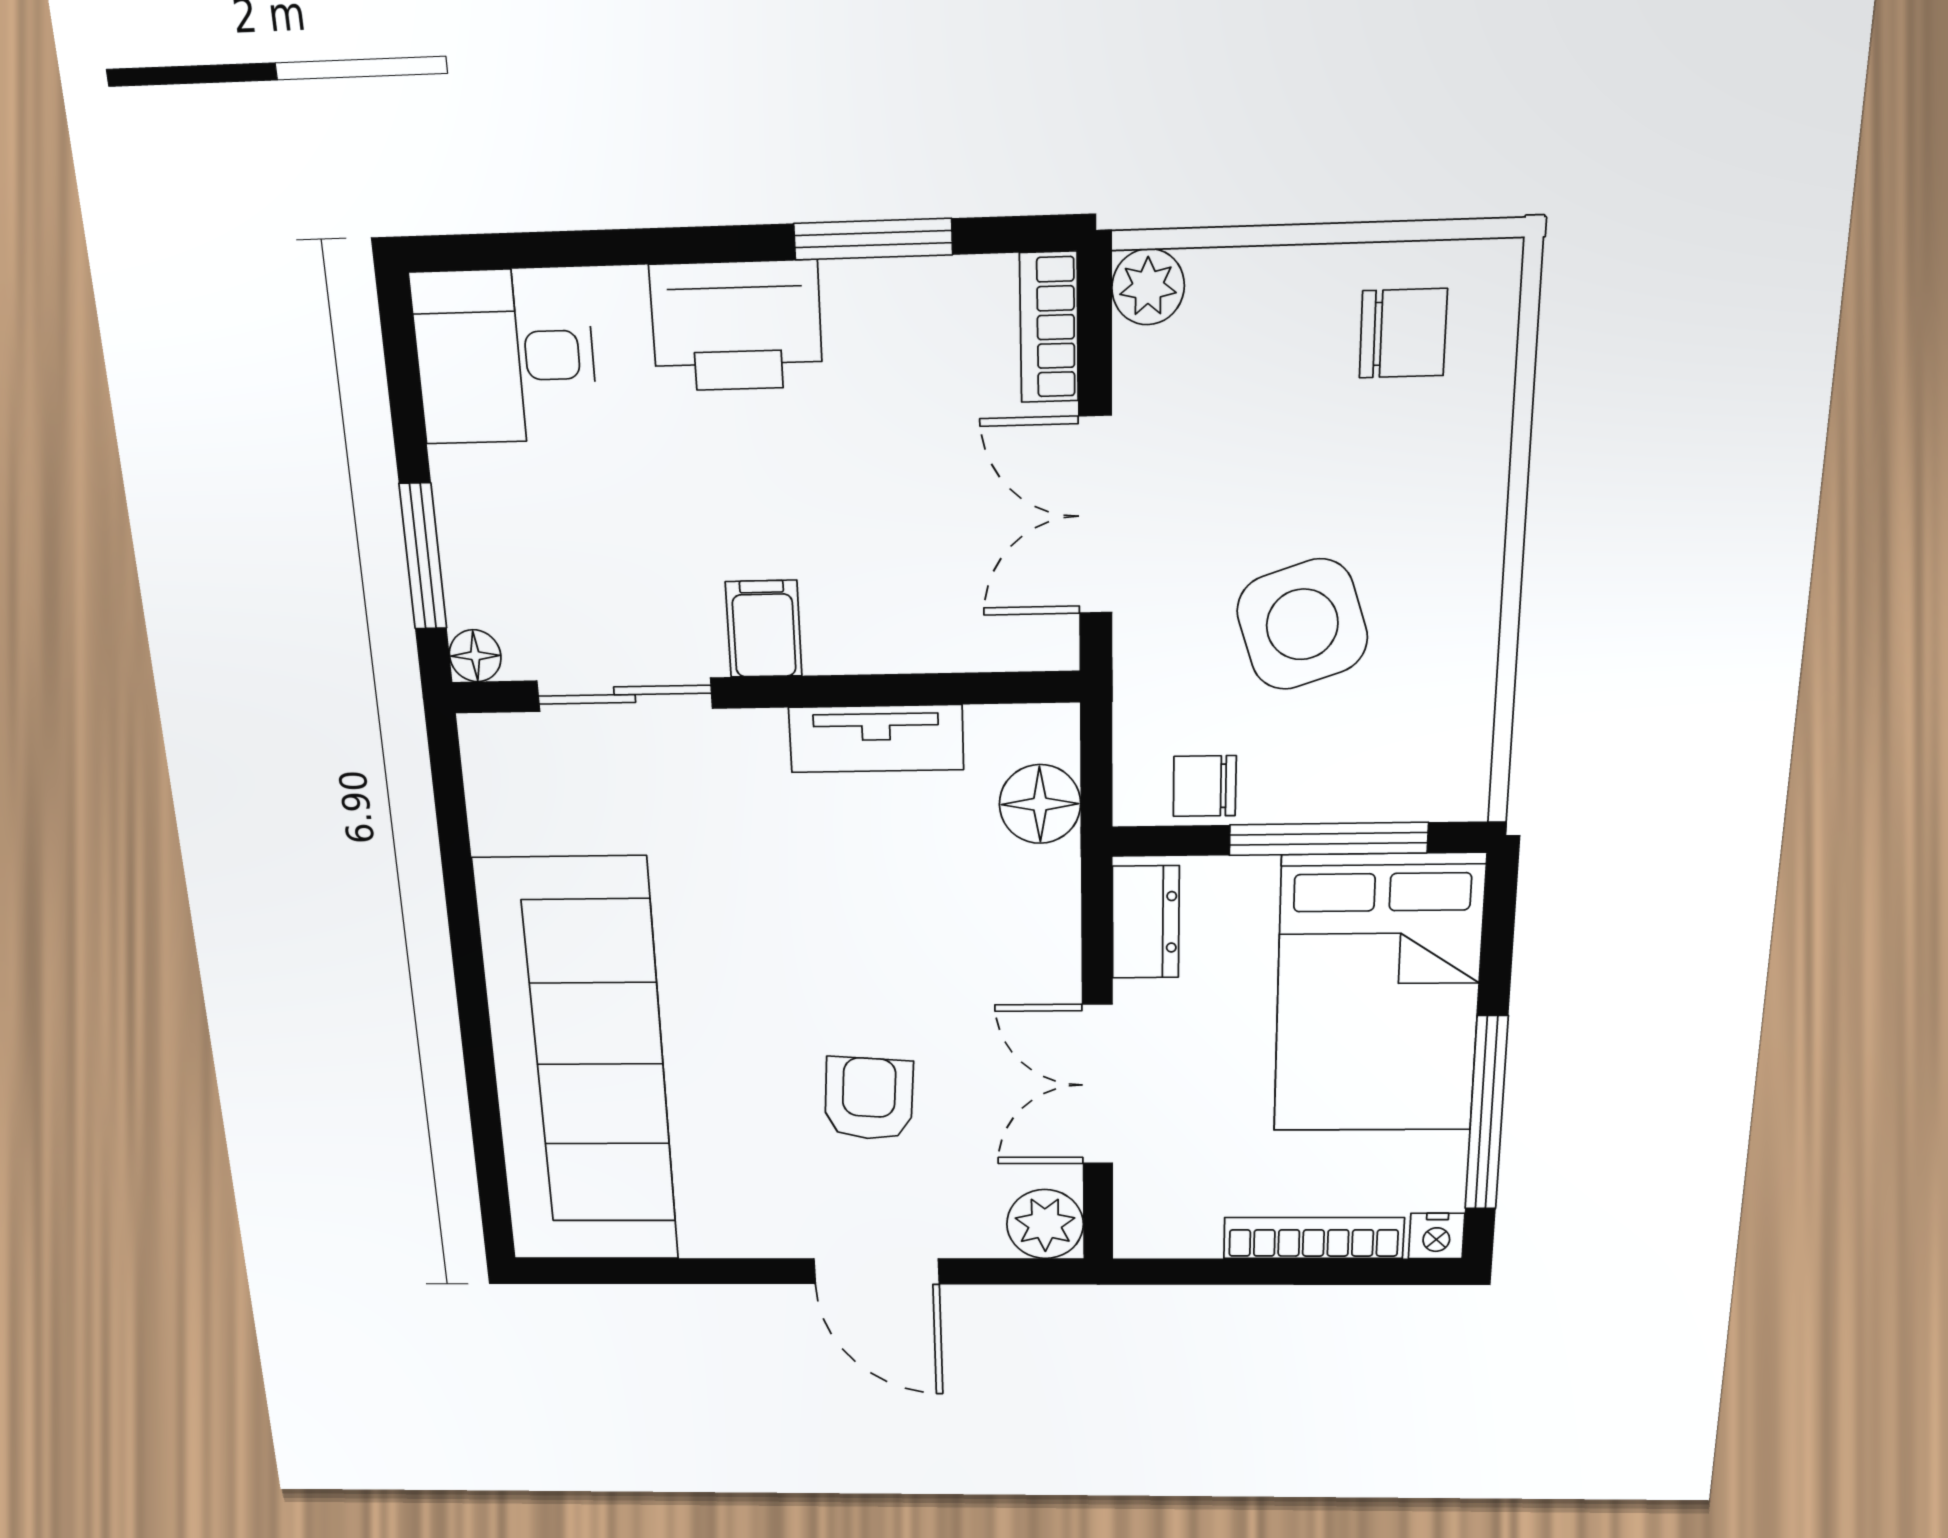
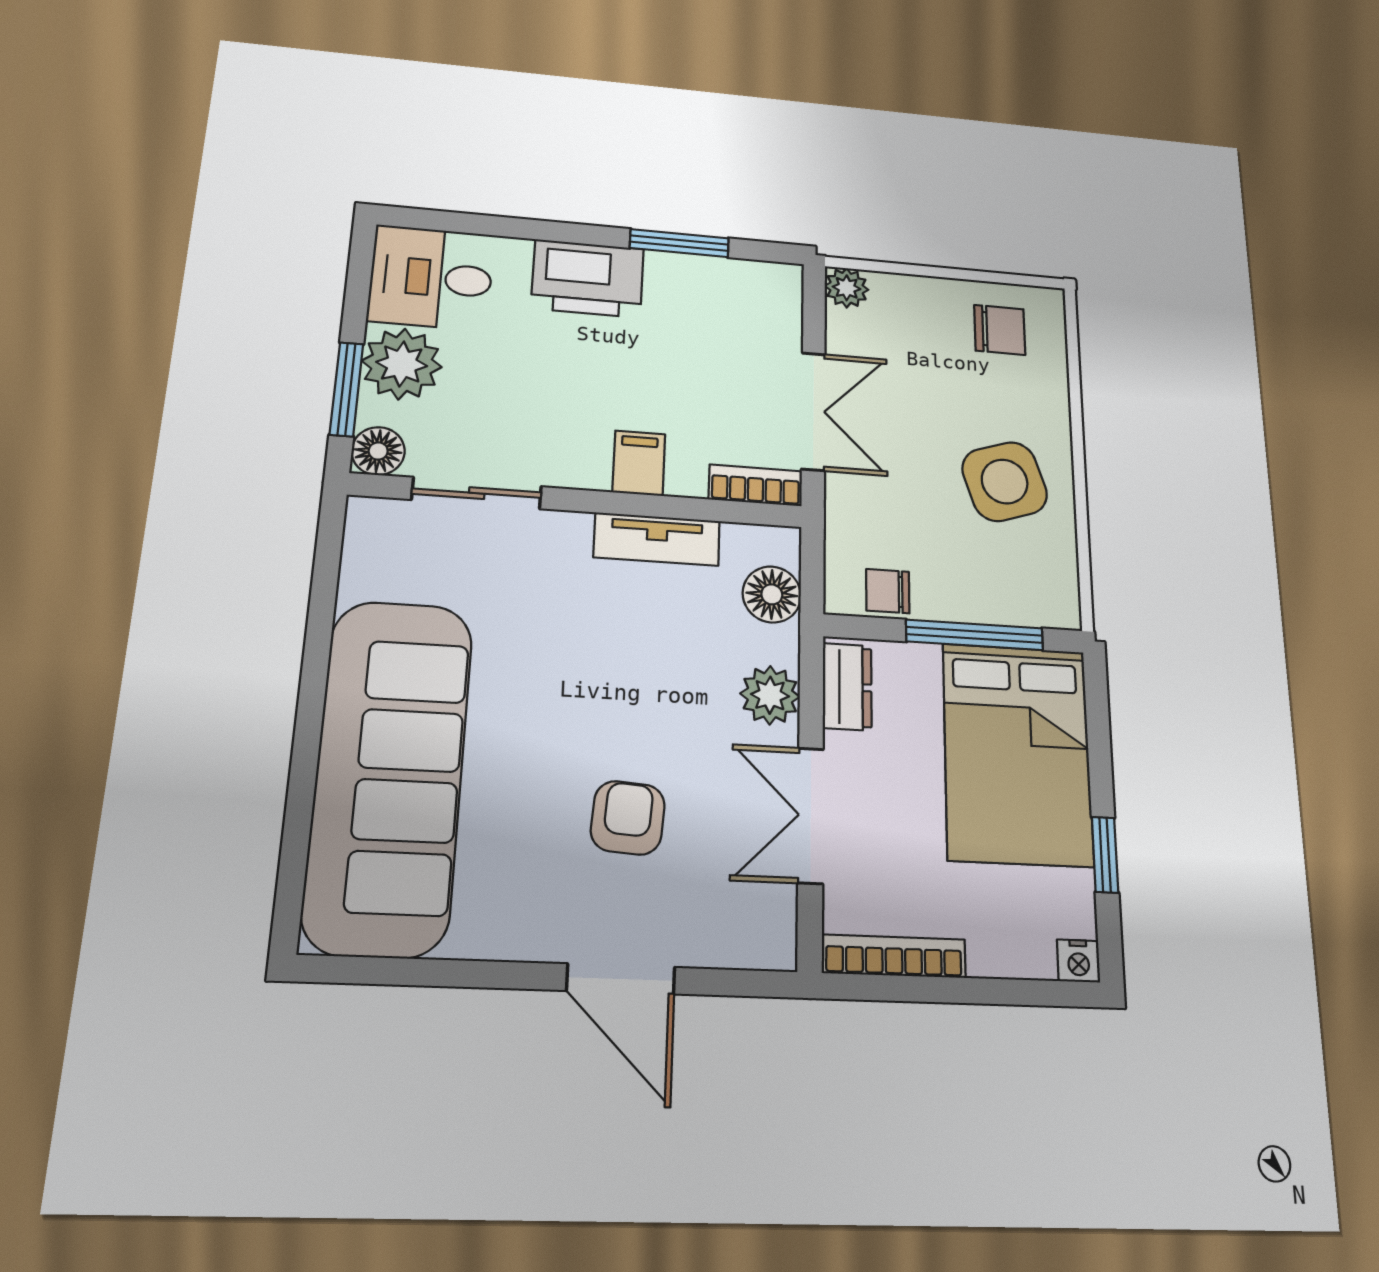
bookcase: (1049, 327) -> (756, 485), moved, turned 90
plant: (490, 508) -> (402, 364), added
double door: (1095, 516) -> (813, 411), swing flipped
side table: (1302, 624) -> (1005, 482), moved
filing cabinet: (764, 629) -> (639, 463), moved
floor lamp: (475, 656) -> (378, 451), width x1.37, depth x1.37
window: (1486, 1114) -> (1105, 855), width x0.46
plant: (1045, 1224) -> (770, 695), moved
bookcase: (1314, 1238) -> (894, 956), moved

